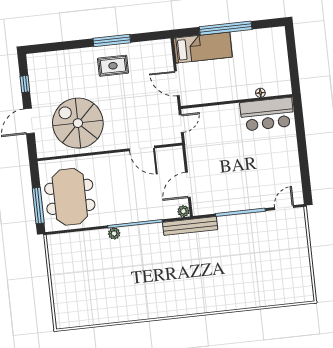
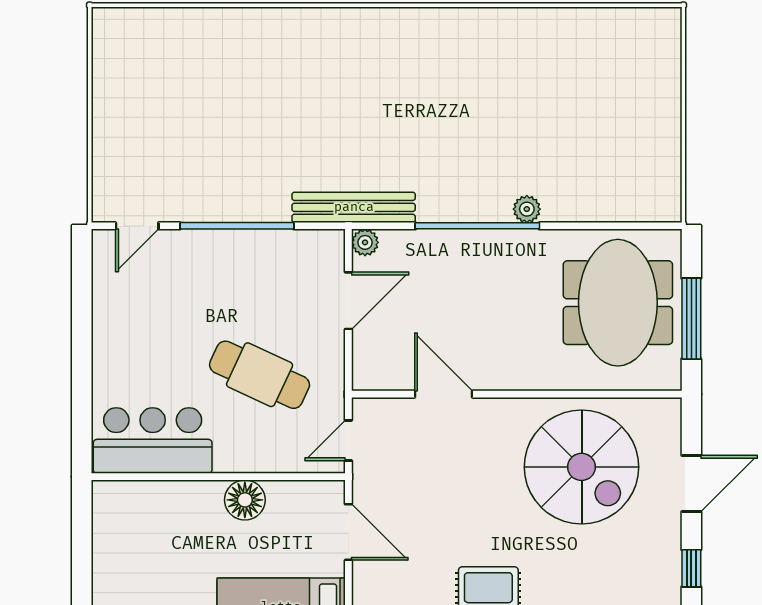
floor lamp: (260, 93) -> (245, 500), moved, width x1.89, depth x1.89
cafe table: (223, 148) -> (260, 375), added
window: (38, 206) -> (691, 319), moved

